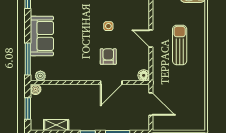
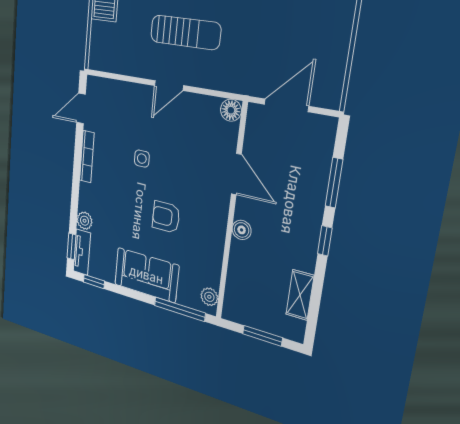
sun lounger: (180, 45) -> (185, 32), turned 180
armchair: (108, 57) -> (166, 217), moved
boiler: (36, 89) -> (242, 230), moved

